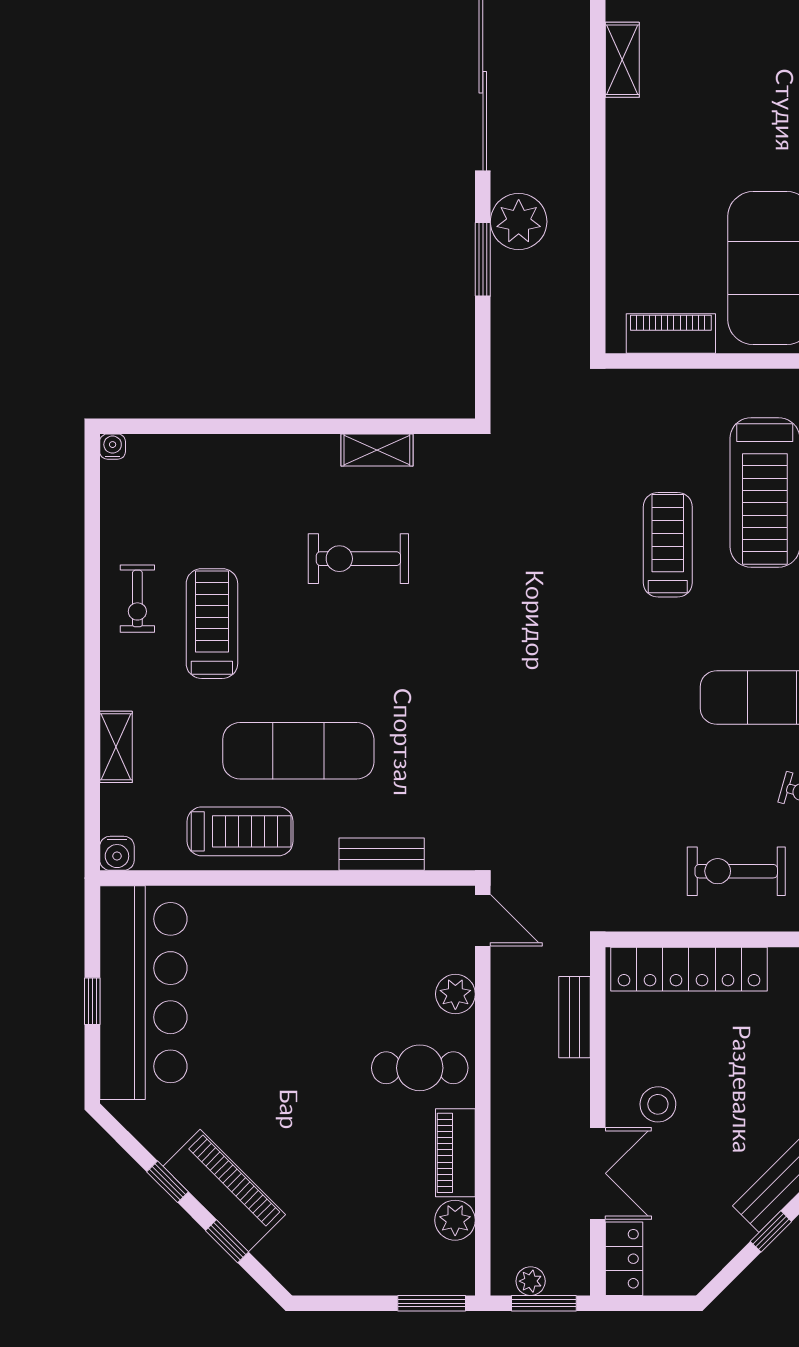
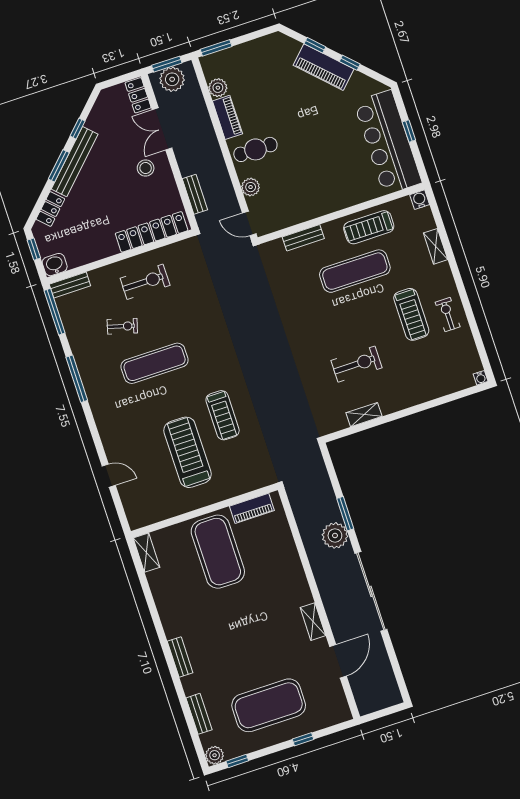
plant: (531, 1281) -> (172, 79), width x1.88, depth x1.88

